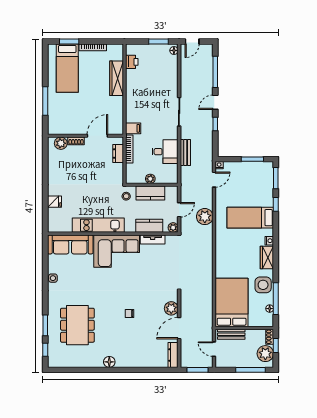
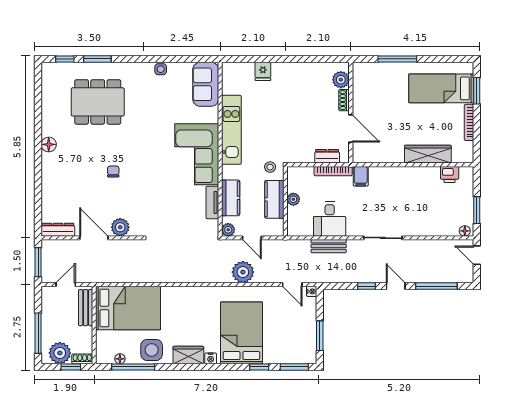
bed: (250, 218) -> (241, 333), width x1.50
sofa: (70, 244) -> (206, 84), width x0.73

